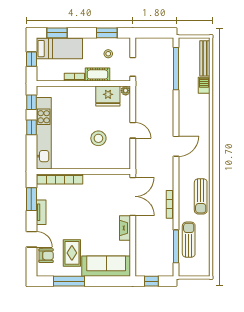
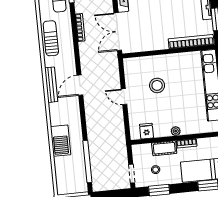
bench: (205, 58) -> (51, 85), moved
doorway: (133, 67) -> (132, 174), moved
barbecue: (204, 85) -> (61, 141), width x1.88, depth x1.53
plant: (126, 91) -> (176, 131), moved
fridge: (108, 96) -> (146, 131), width x0.53, depth x0.75

